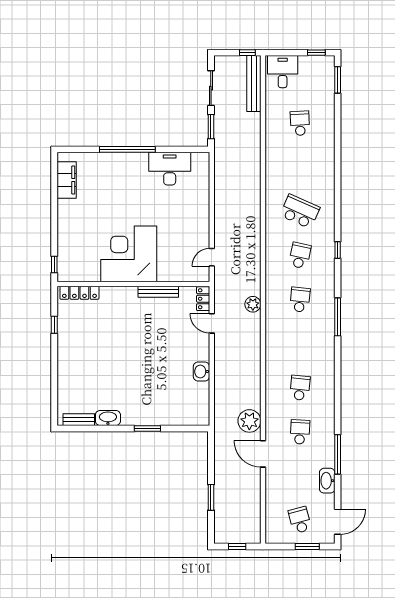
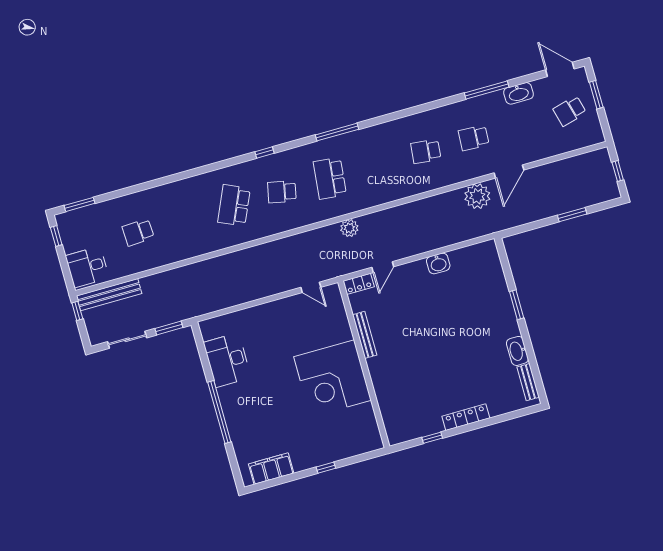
window: (54, 264) -> (326, 468), moved
locker: (79, 293) -> (466, 417), moved, turned -90
school desk: (300, 300) -> (330, 178), width x1.85

